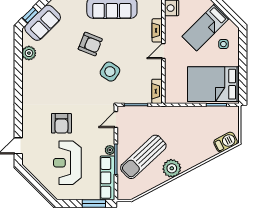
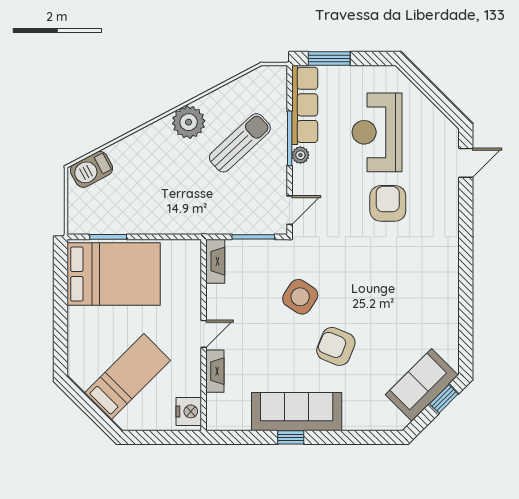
side table: (223, 44) -> (95, 346), removed
plant: (29, 53) -> (446, 330), removed
sun lounger: (143, 157) -> (240, 143), width x0.73, depth x0.75
reception desk: (67, 163) -> (377, 132), turned 180

